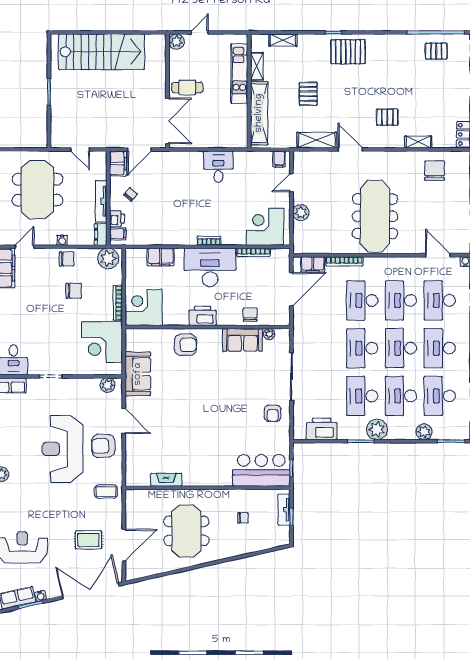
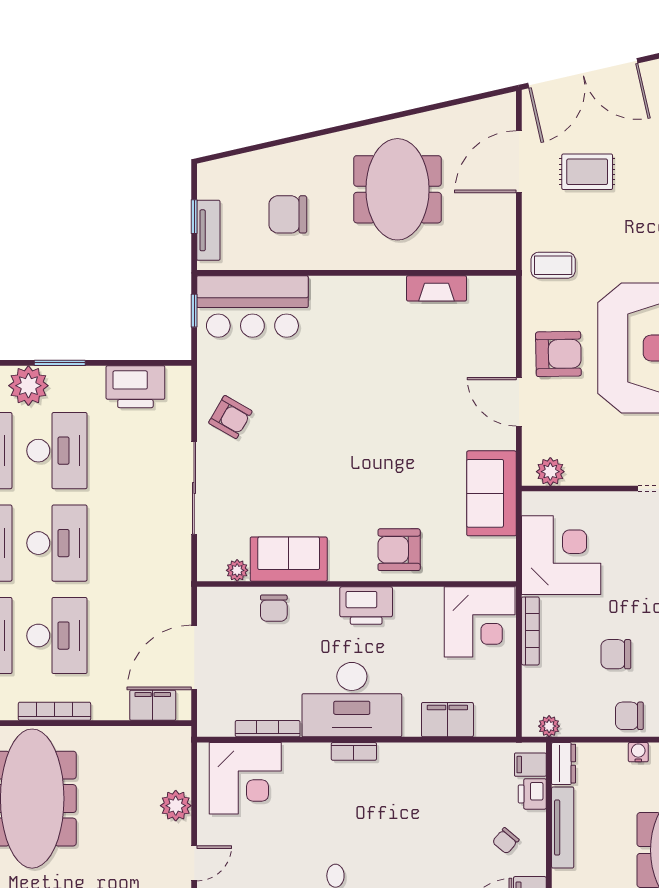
plant: (108, 258) -> (549, 726), width x0.53, depth x0.53
bookcase: (344, 261) -> (54, 711), moved
armchair: (273, 413) -> (230, 417), turned 120
chair: (243, 518) -> (288, 214), width x1.87, depth x1.87

